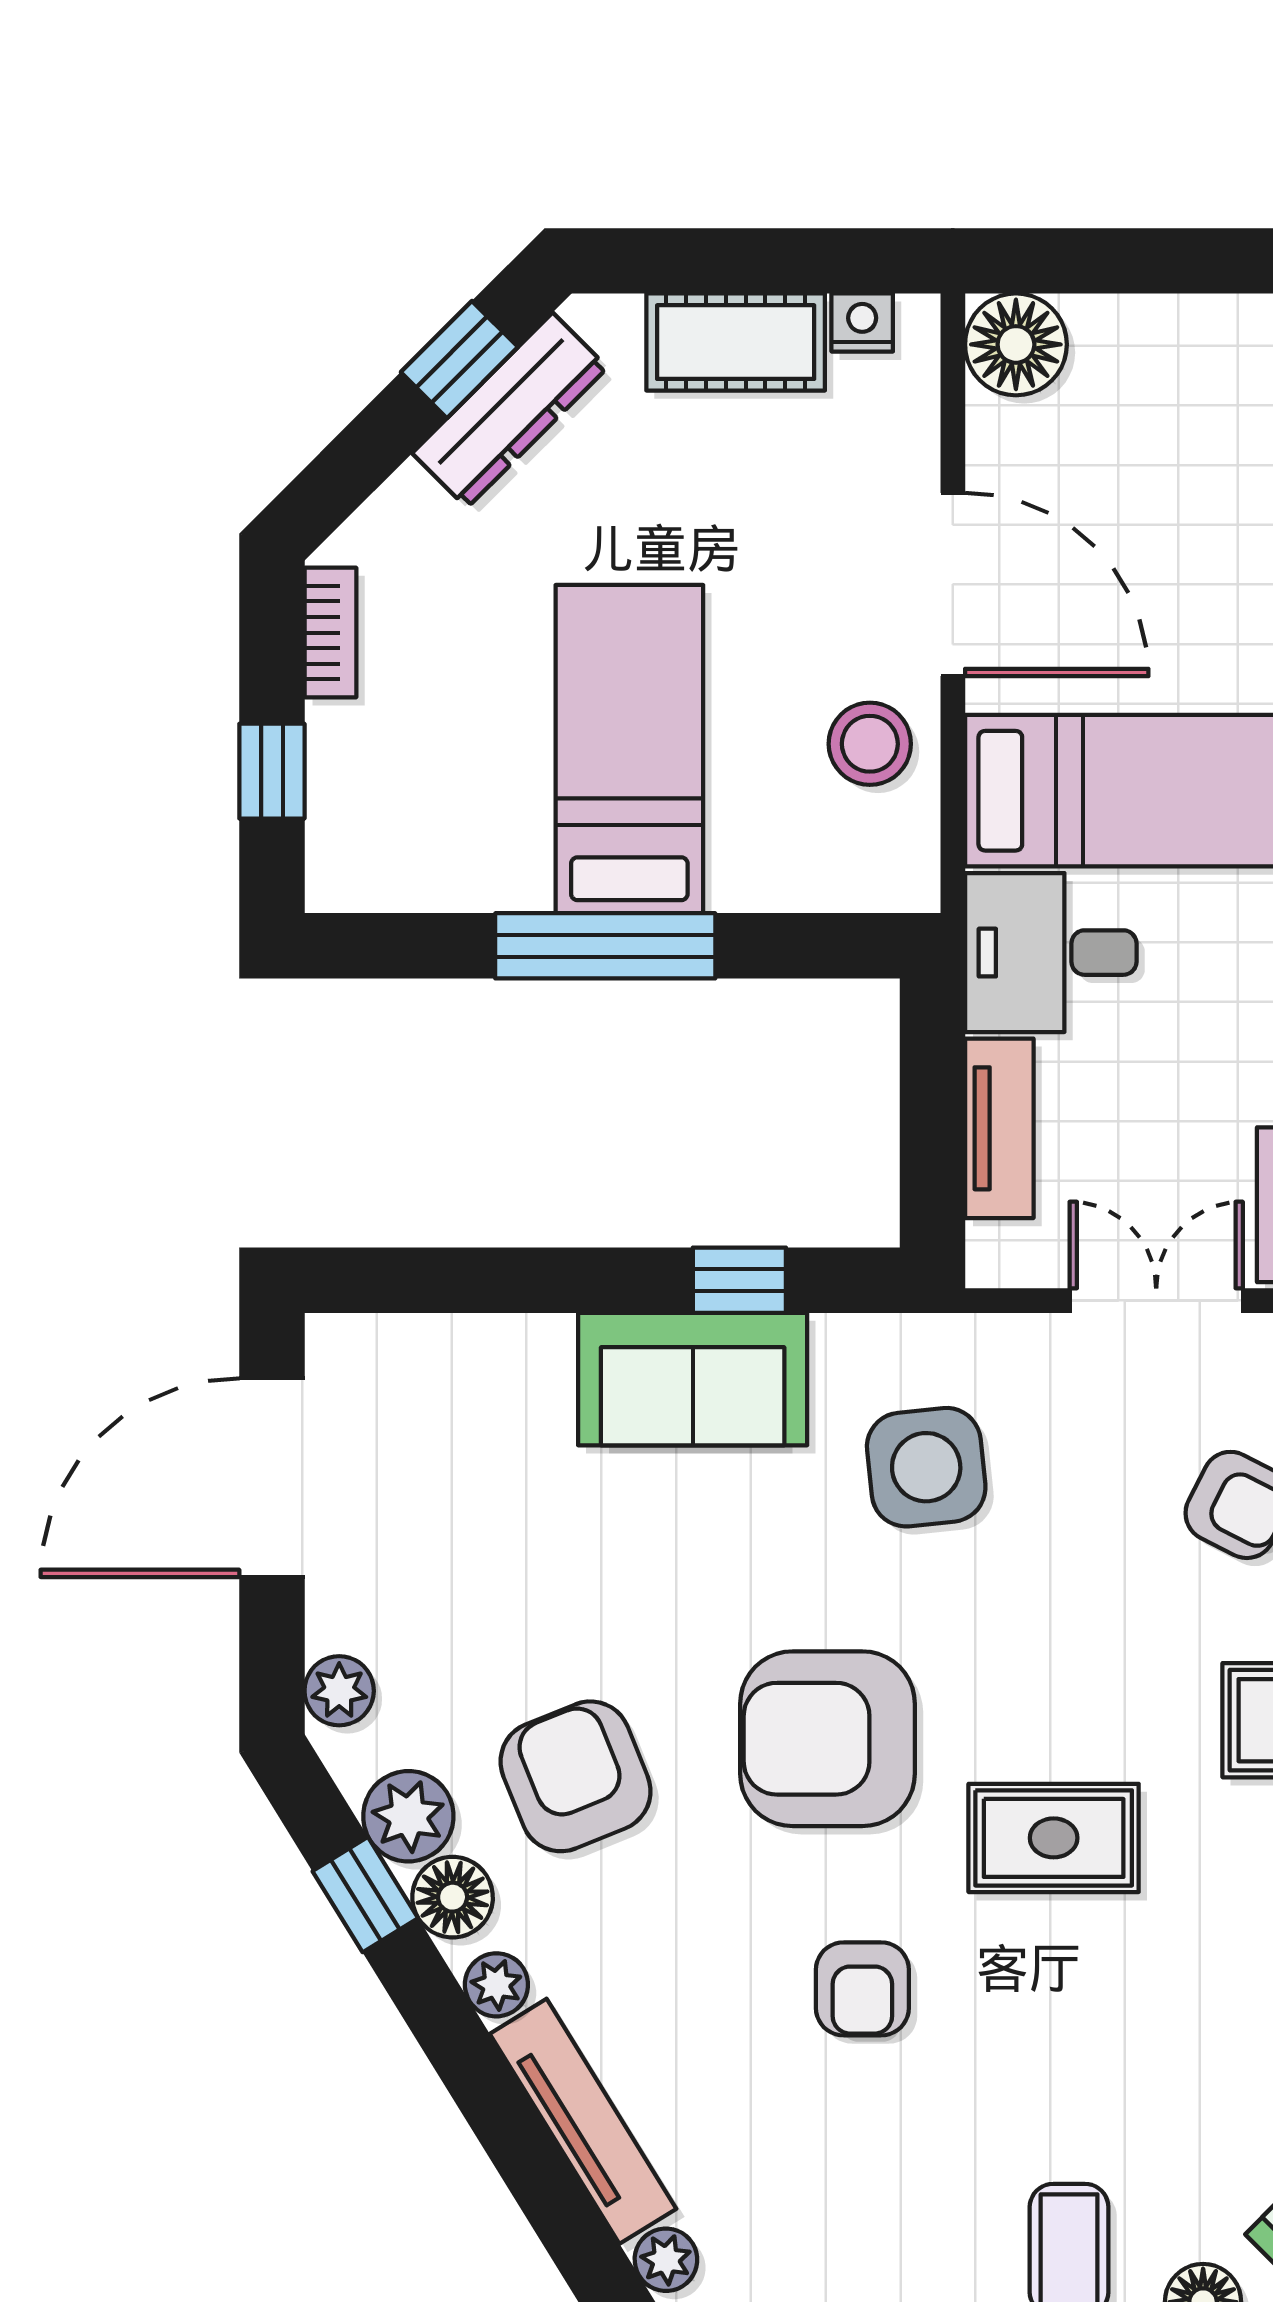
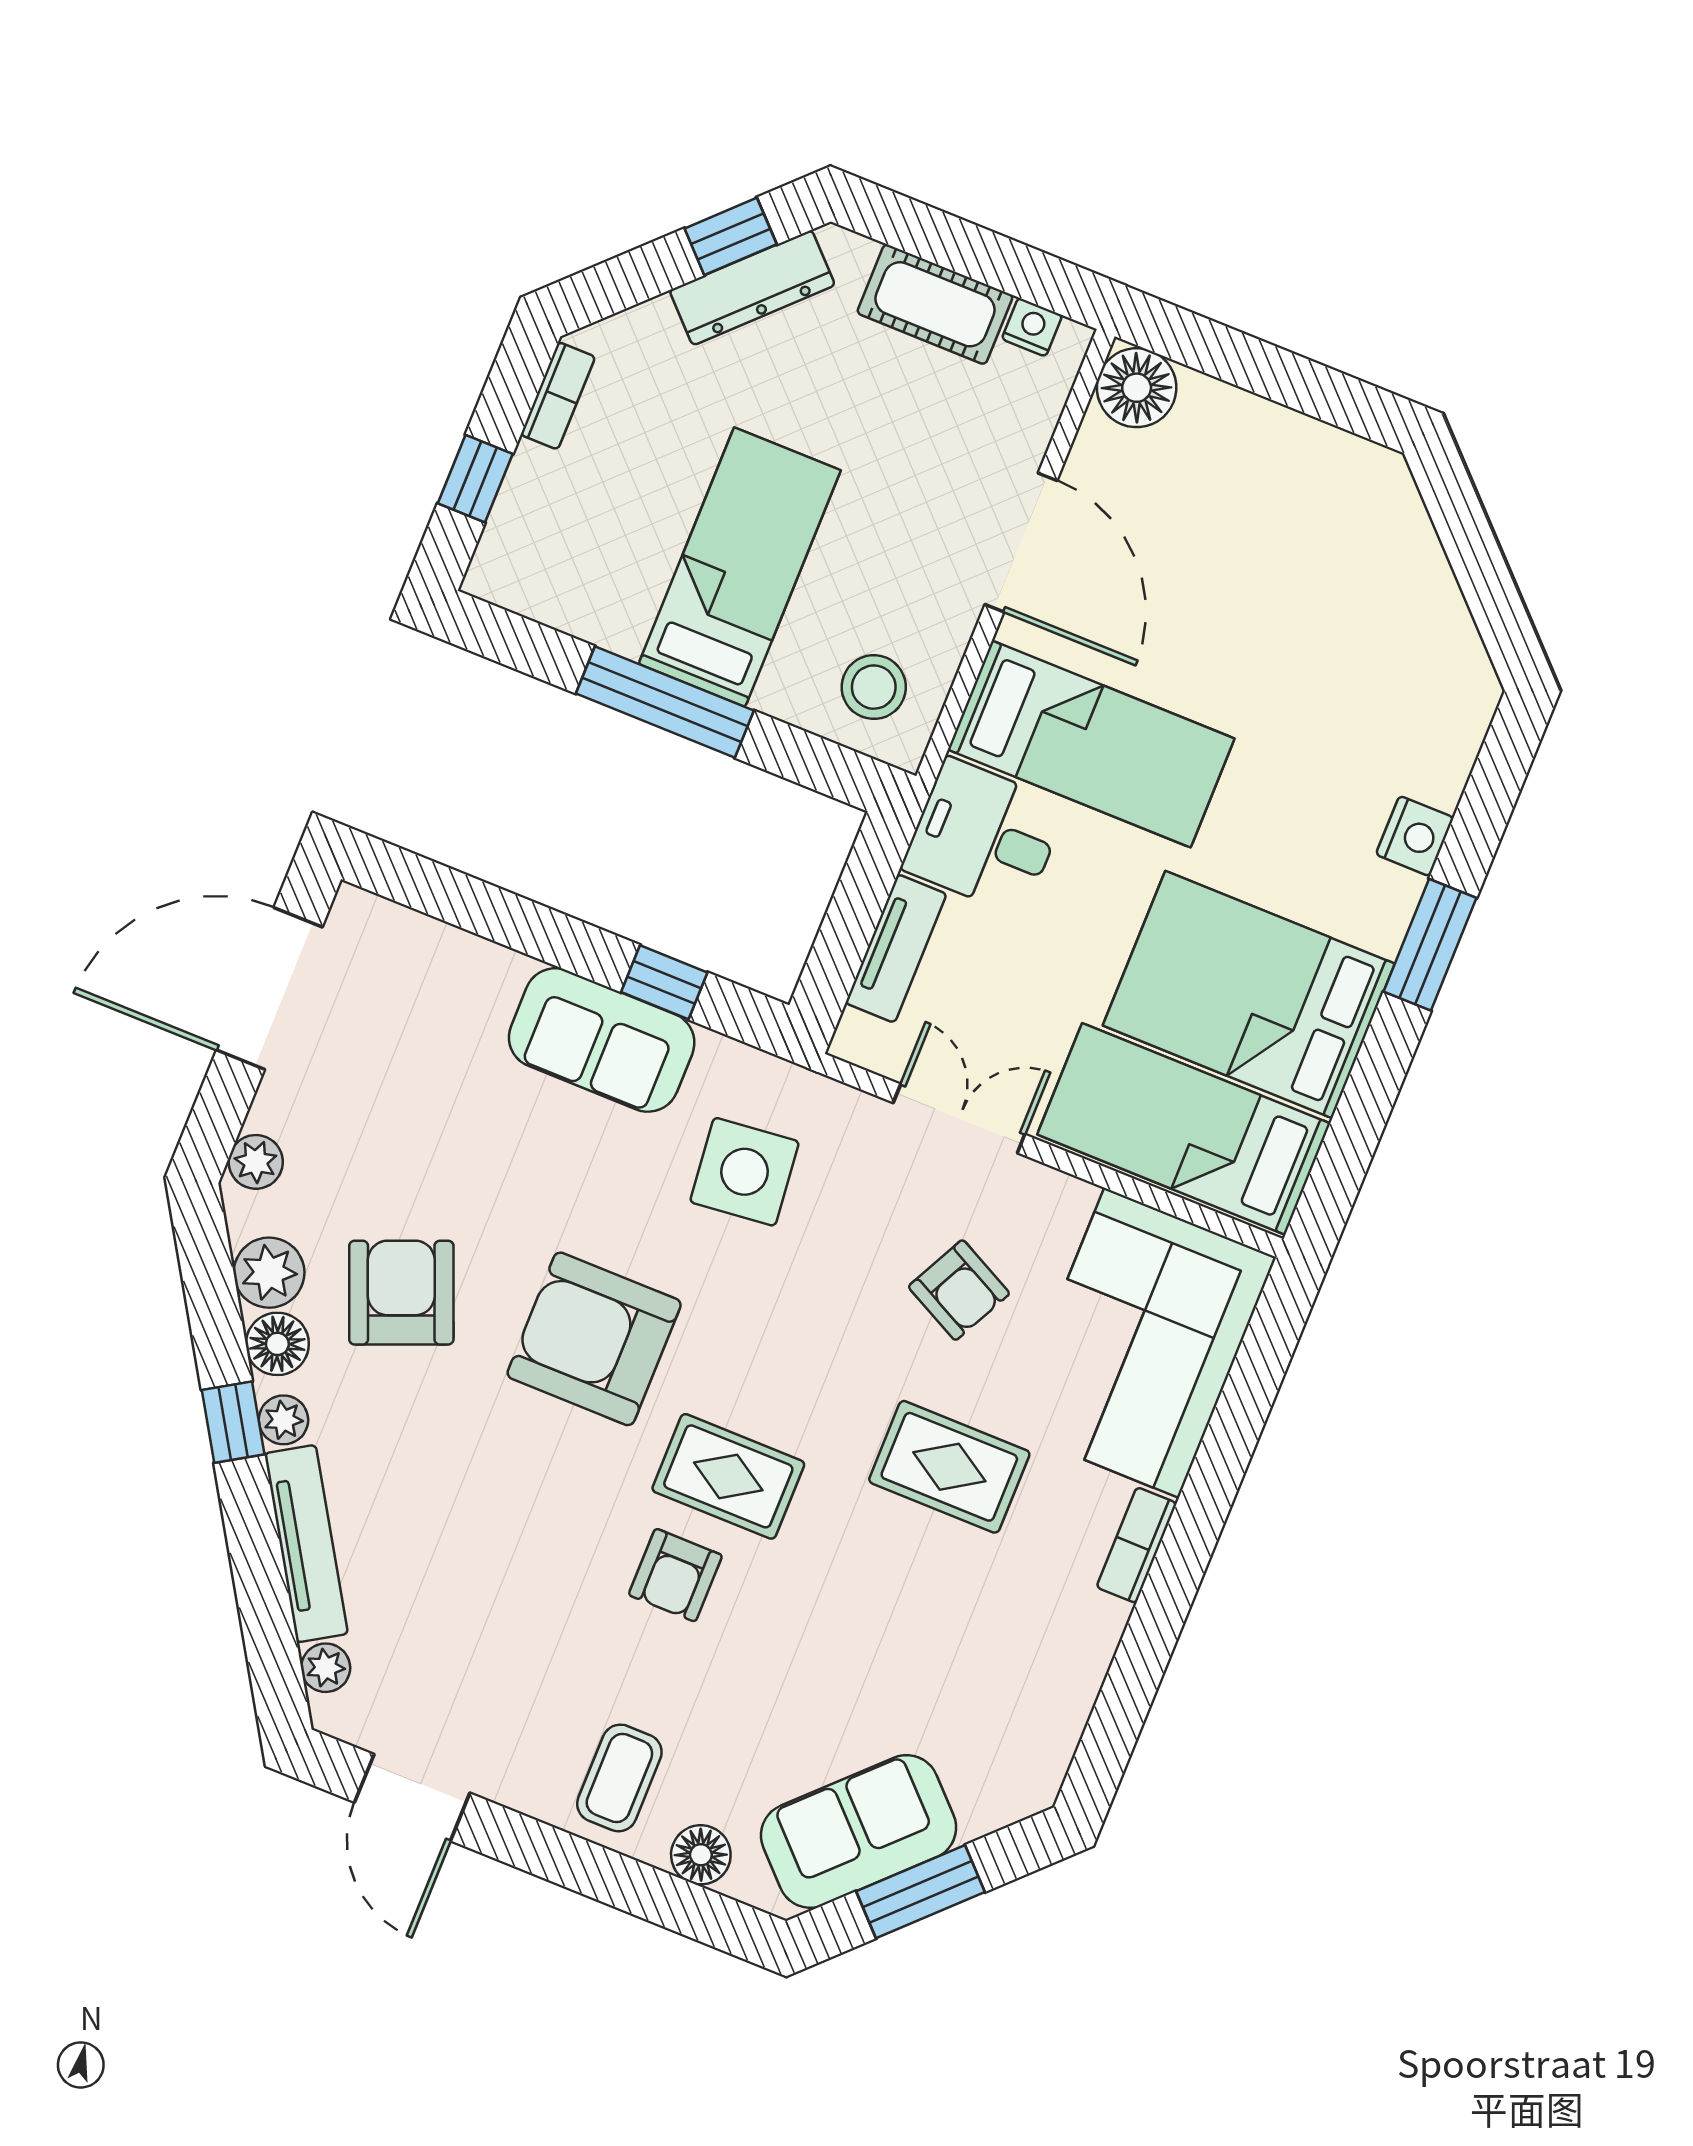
stool: (870, 744) -> (874, 687), moved
window: (365, 1895) -> (233, 1422), moved
armchair: (862, 1989) -> (675, 1575), moved

